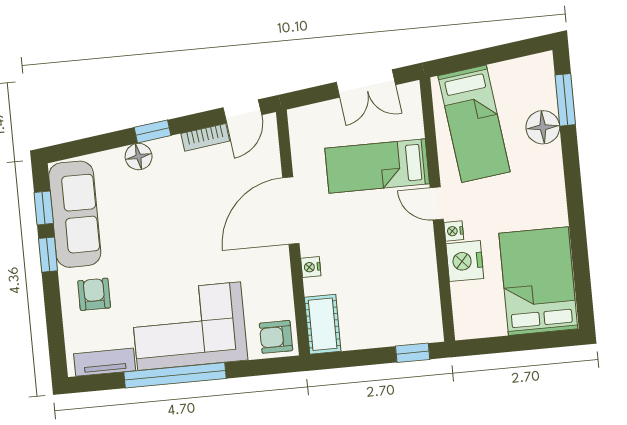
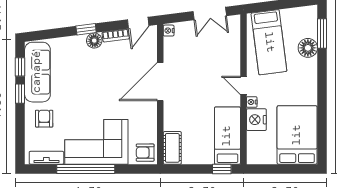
floor lamp: (139, 157) -> (94, 41), moved
bed: (377, 166) -> (227, 136), moved, turned 90
nightstand: (311, 267) -> (169, 31), moved

